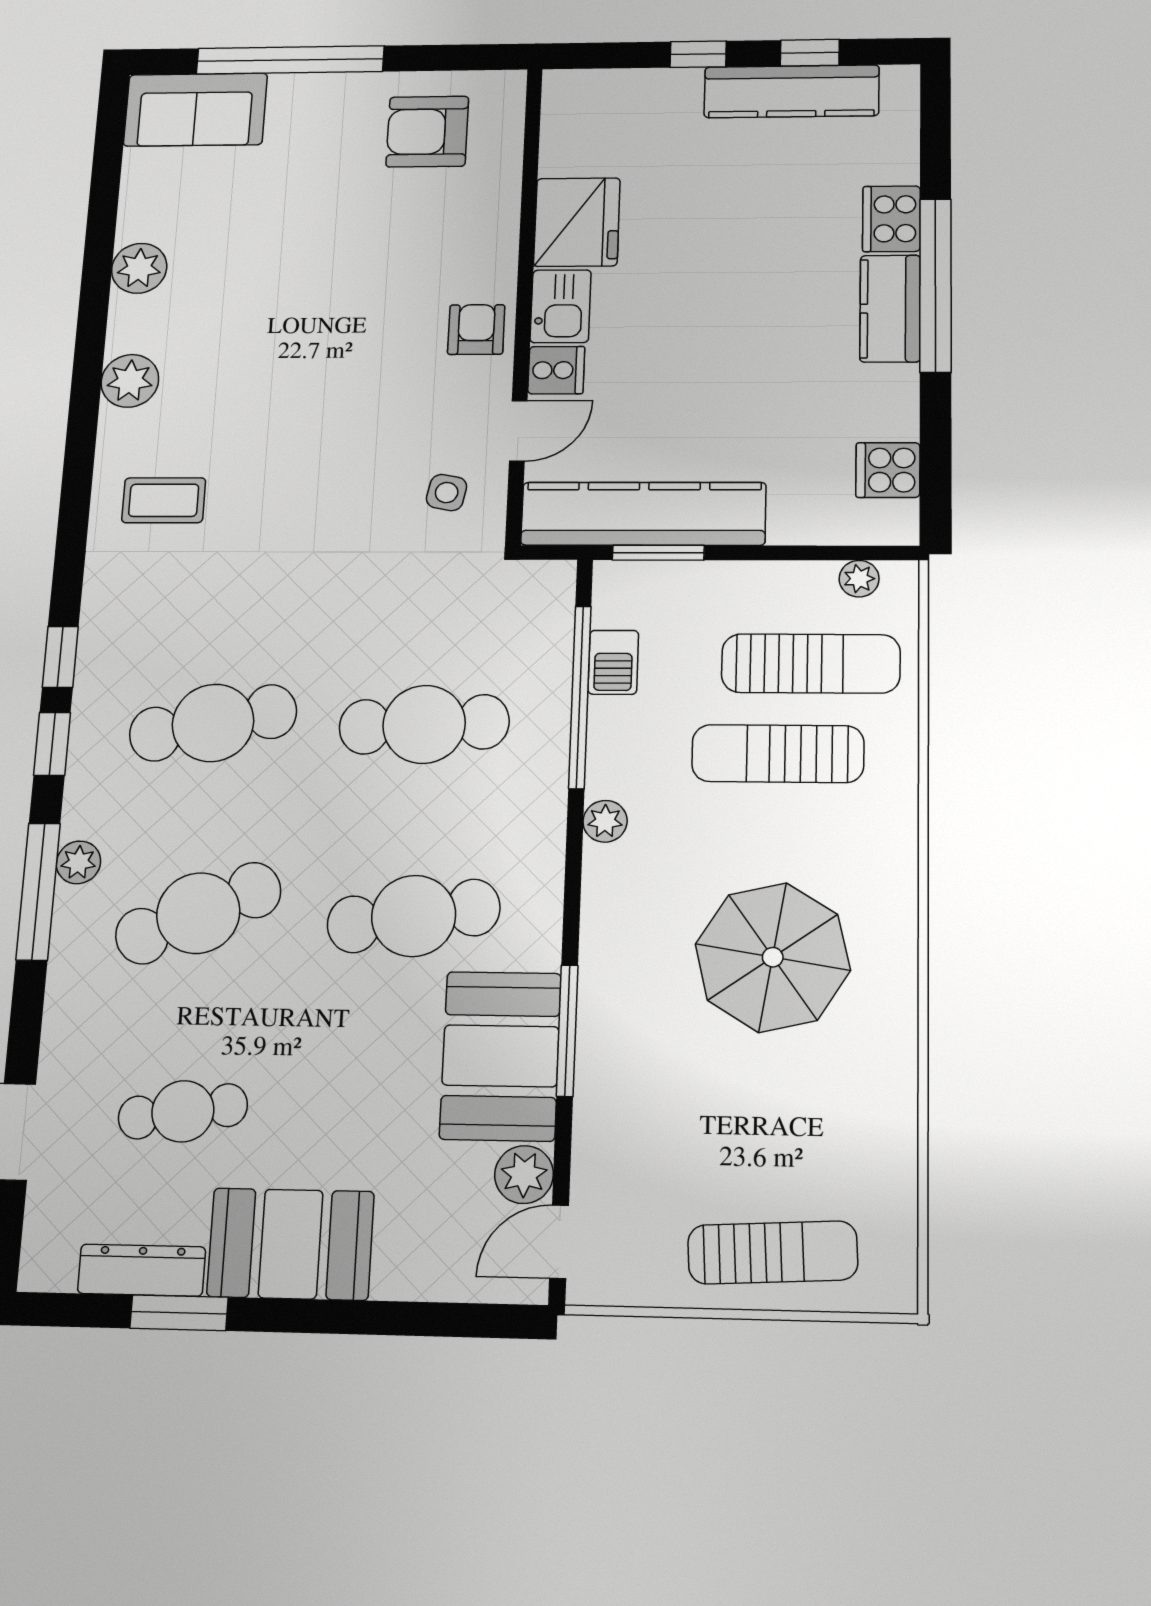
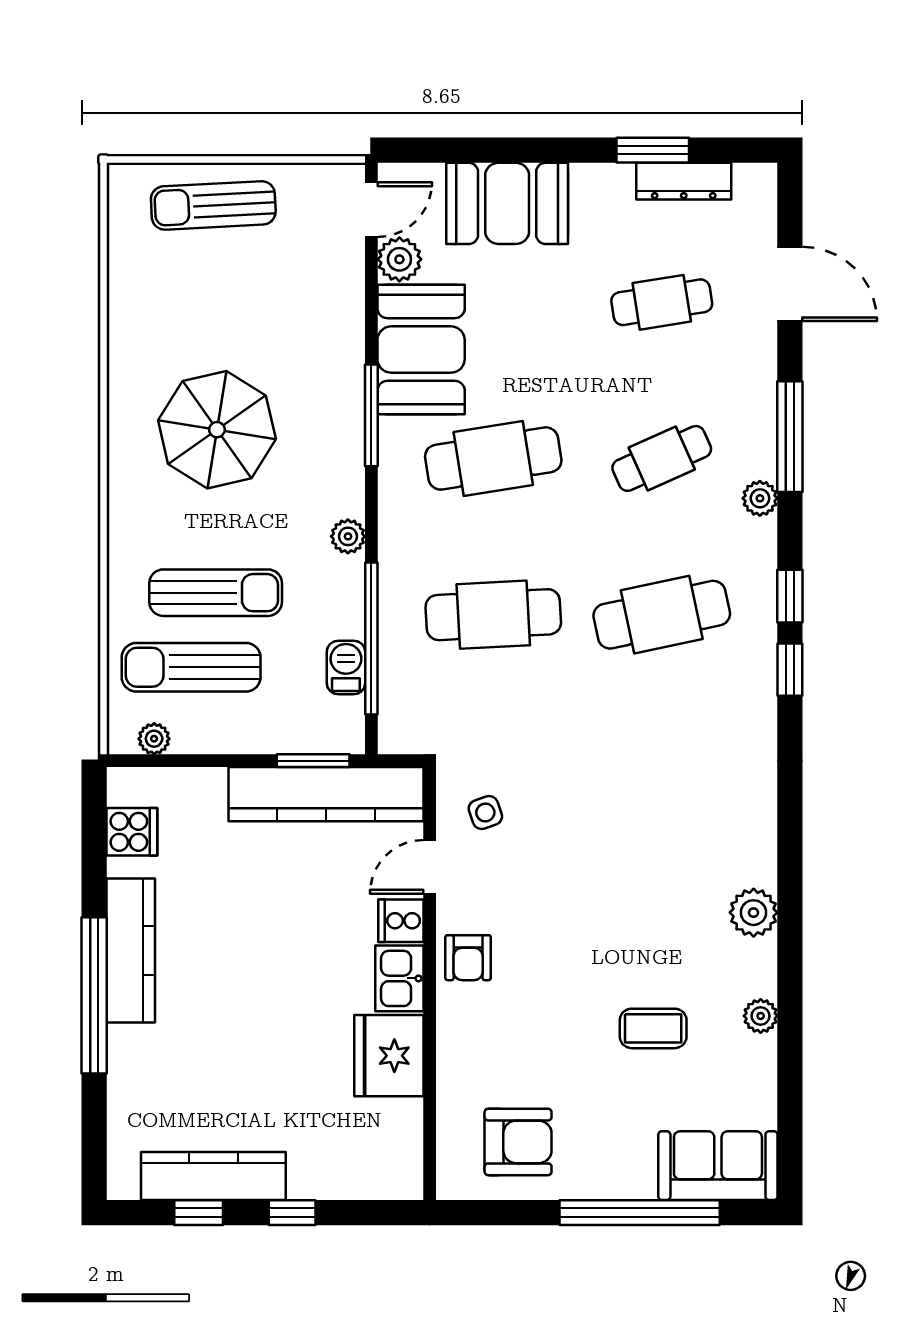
cooker: (892, 219) -> (130, 1056), removed
plant: (139, 268) -> (761, 1016), width x0.73, depth x0.73
kitchen counter: (890, 309) -> (131, 950), width x1.50
side table: (447, 493) -> (485, 813), turned -30
coffee table: (164, 500) -> (653, 1028), moved
window: (38, 891) -> (790, 437), moved
cafe table: (198, 913) -> (662, 458), width x0.73, depth x0.74
window: (567, 1030) -> (371, 415), moved
booth: (291, 1244) -> (507, 203), moved

